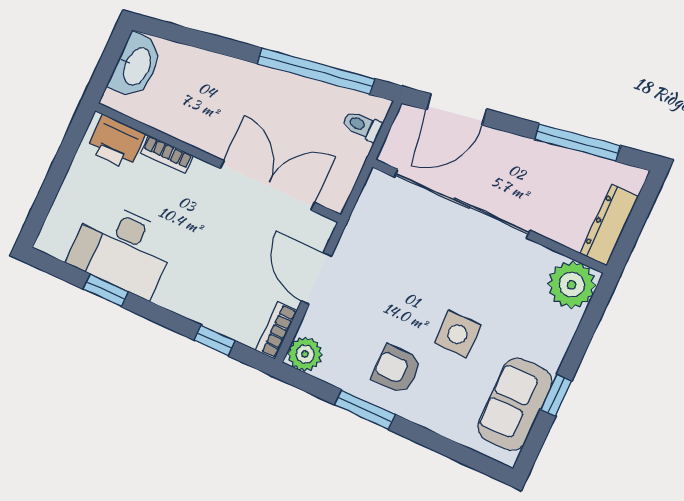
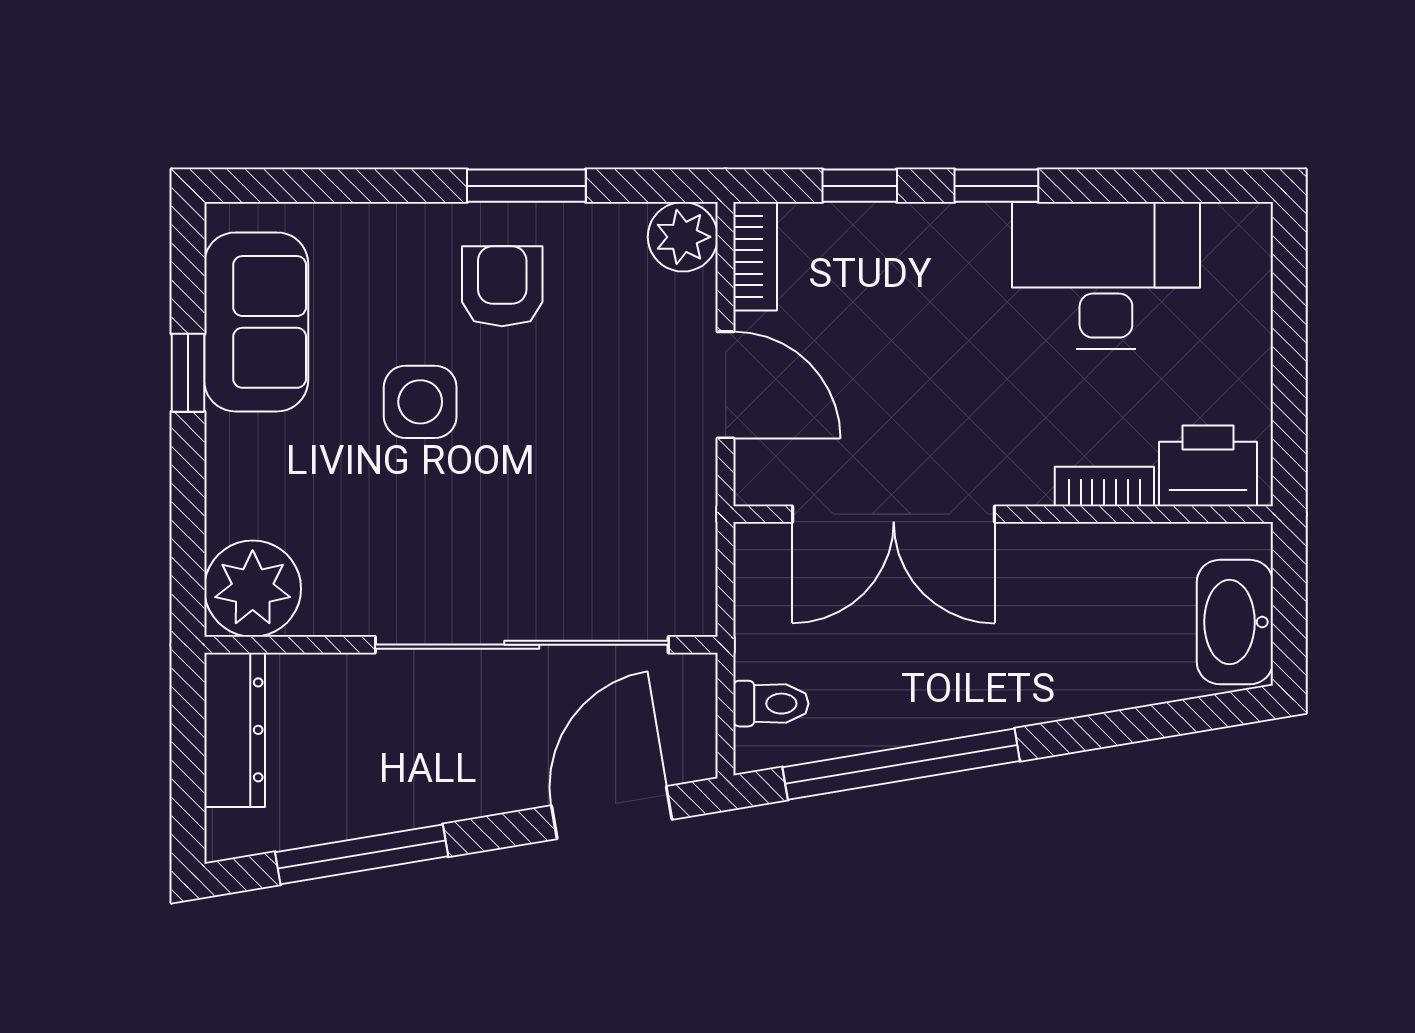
window: (106, 290) -> (996, 186), moved
armchair: (397, 369) -> (502, 286), turned -90

